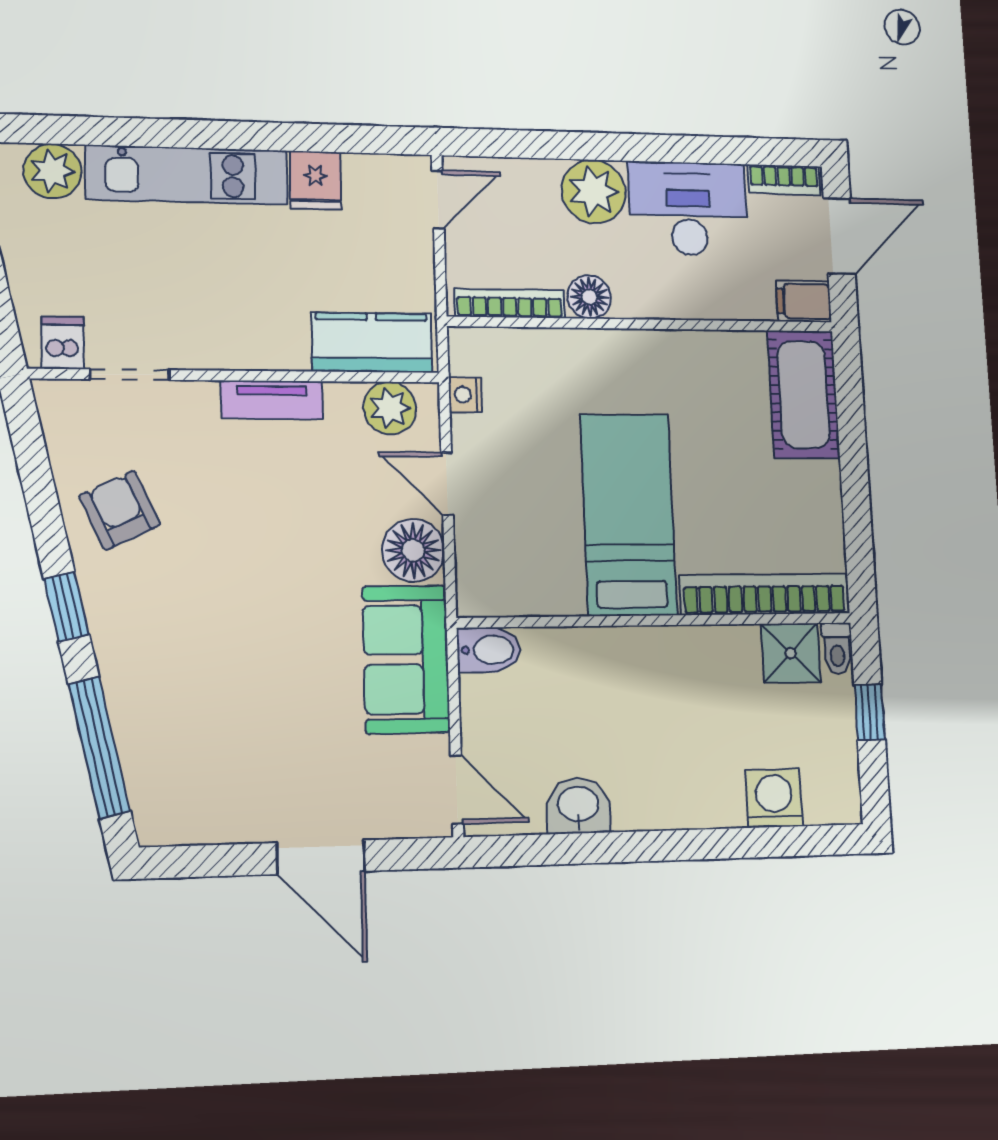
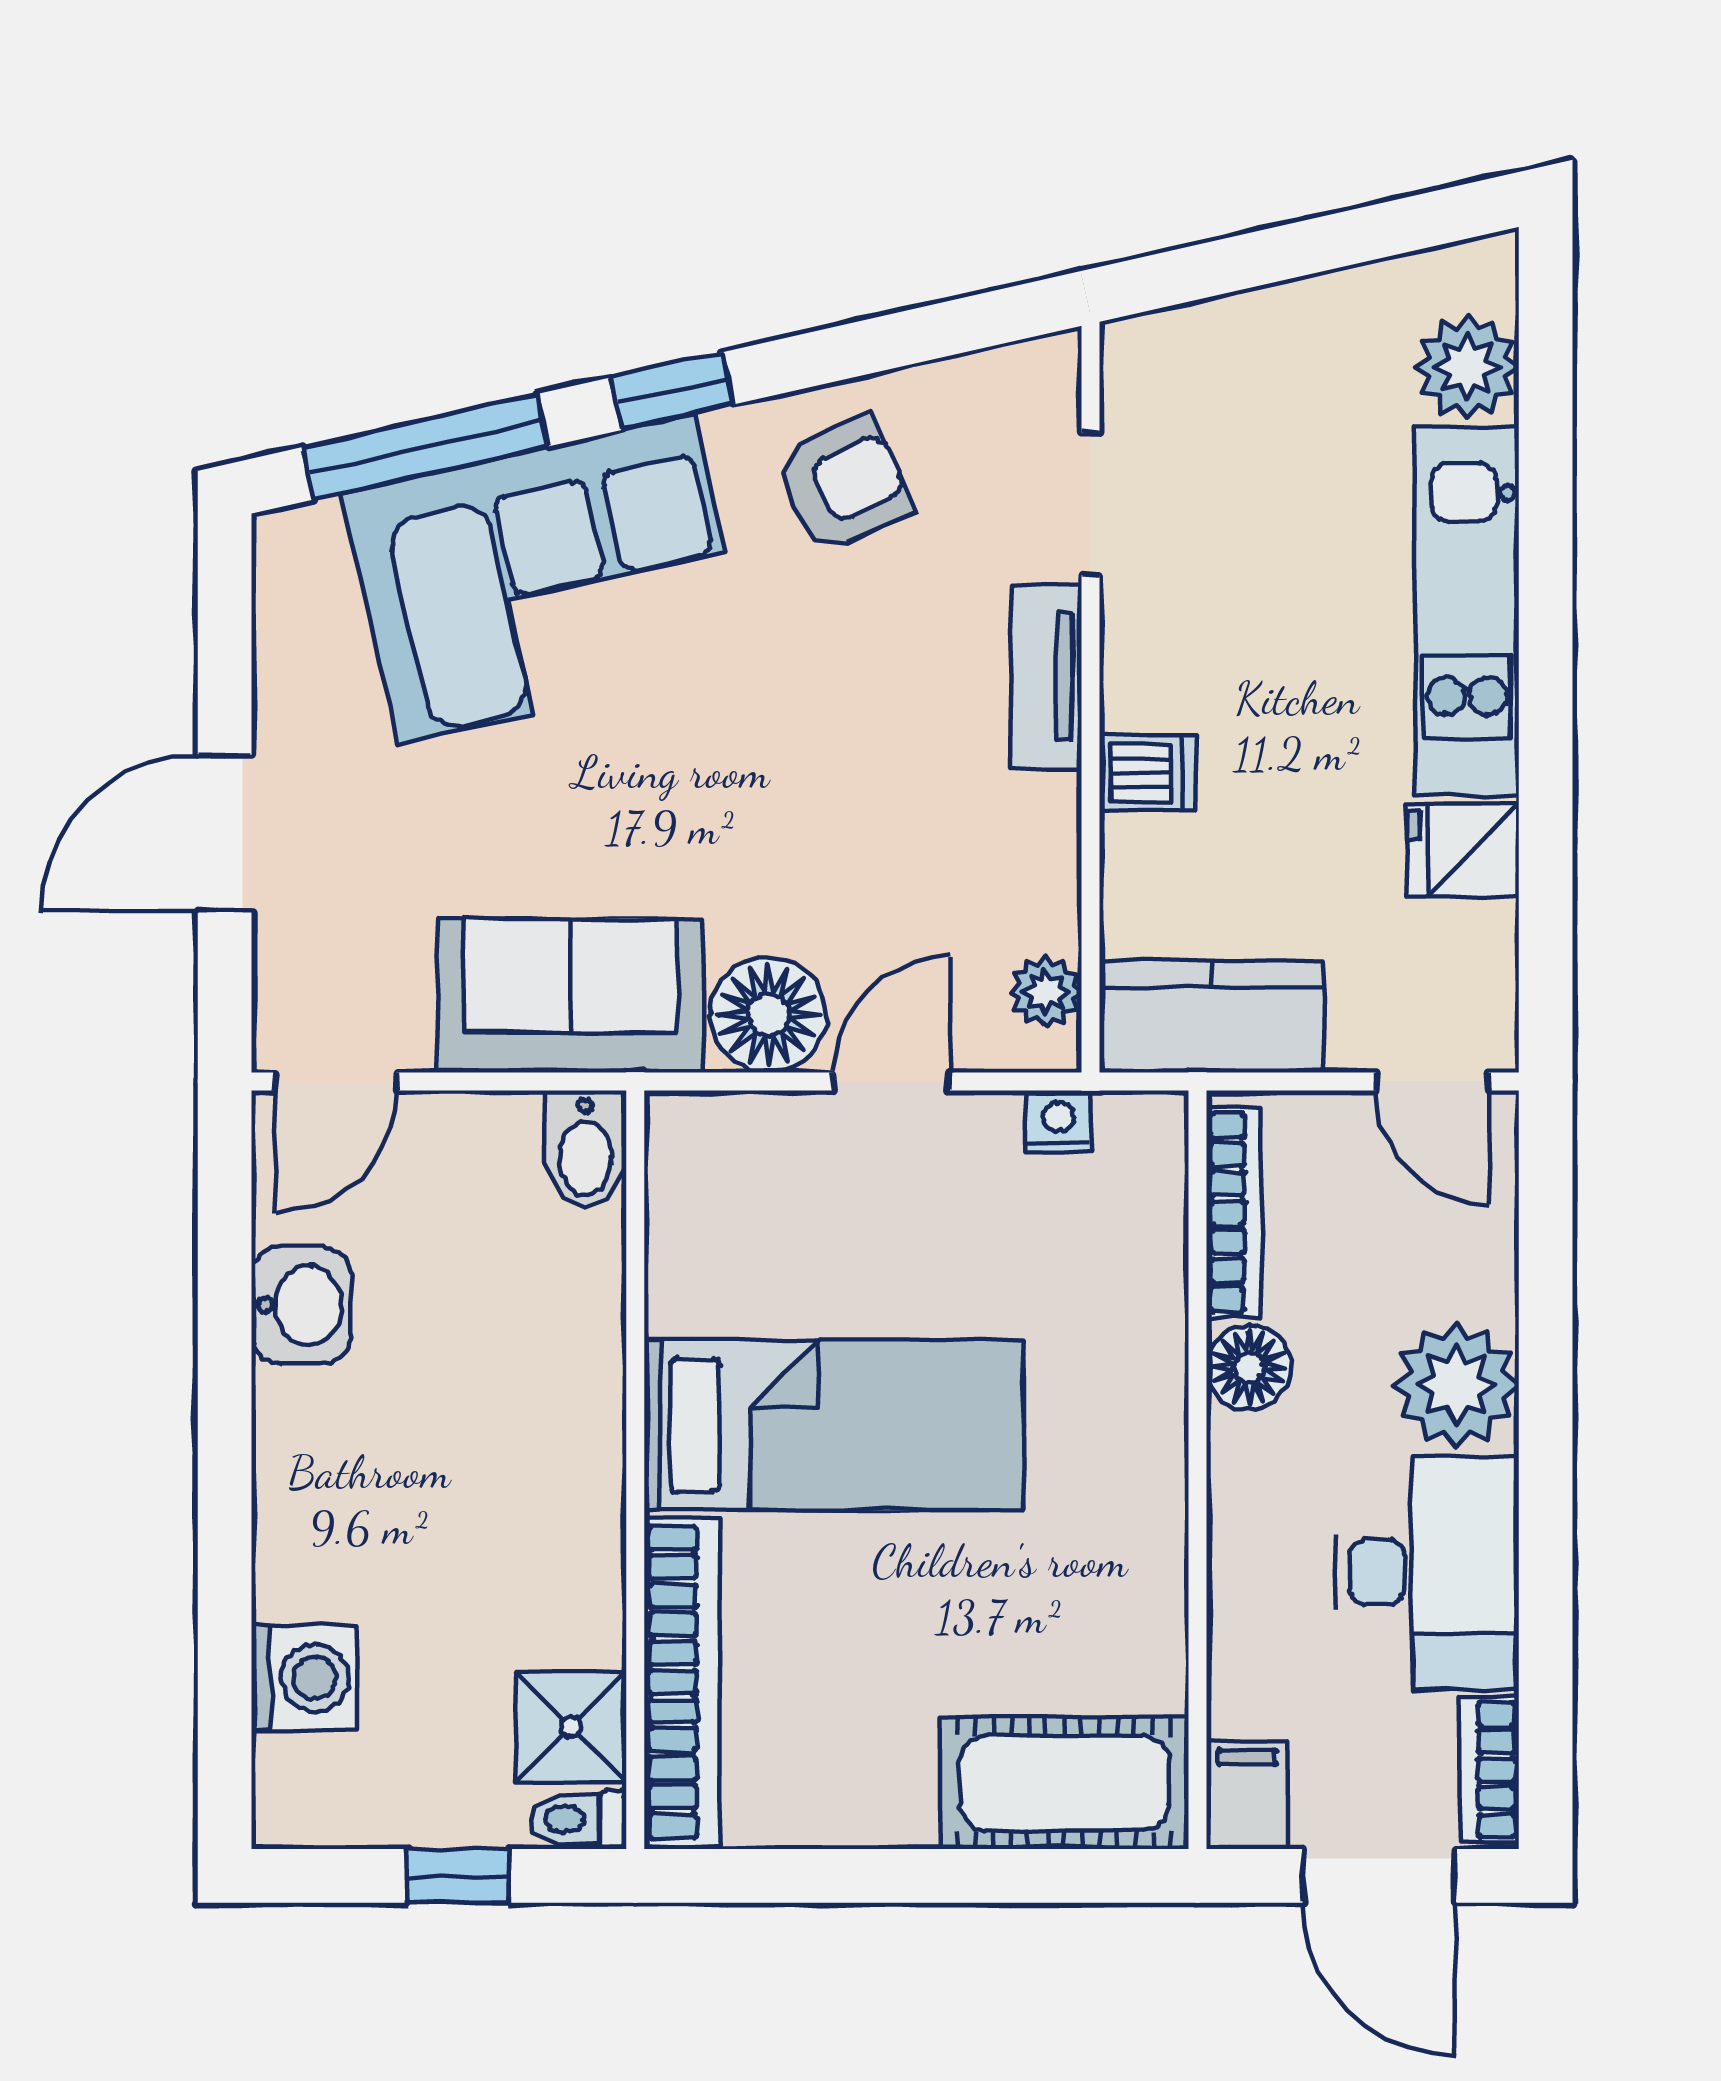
dishwasher: (63, 343) -> (1148, 773), moved
kitchen counter: (372, 343) -> (1211, 1017), moved, turned -90
tv unit: (272, 400) -> (1046, 677), moved
plant: (390, 408) -> (1046, 992), width x0.73, depth x0.73
corner sofa: (175, 676) -> (547, 579), added

